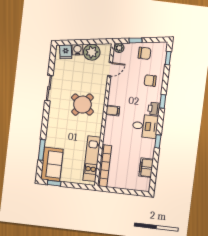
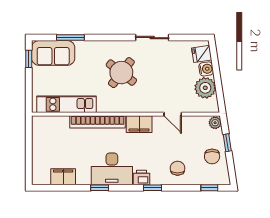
door: (110, 69) -> (173, 114), moved
round table: (82, 105) -> (121, 73), moved
filing cabinet: (113, 111) -> (139, 124), width x2.00
desk: (145, 126) -> (112, 169), width x1.37
bookcase: (104, 166) -> (98, 122), moved

